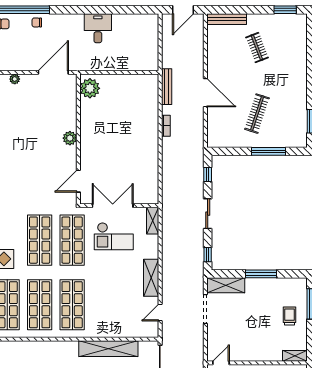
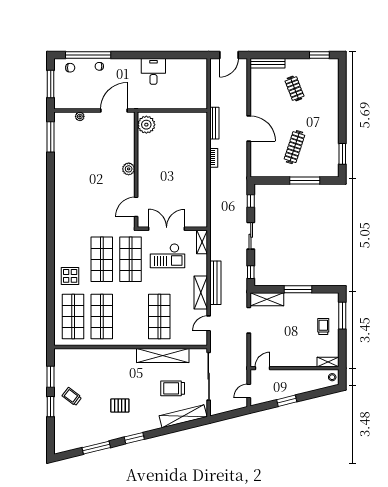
bench: (168, 267) -> (215, 283), added
shop shelf: (72, 305) -> (159, 316), moved

